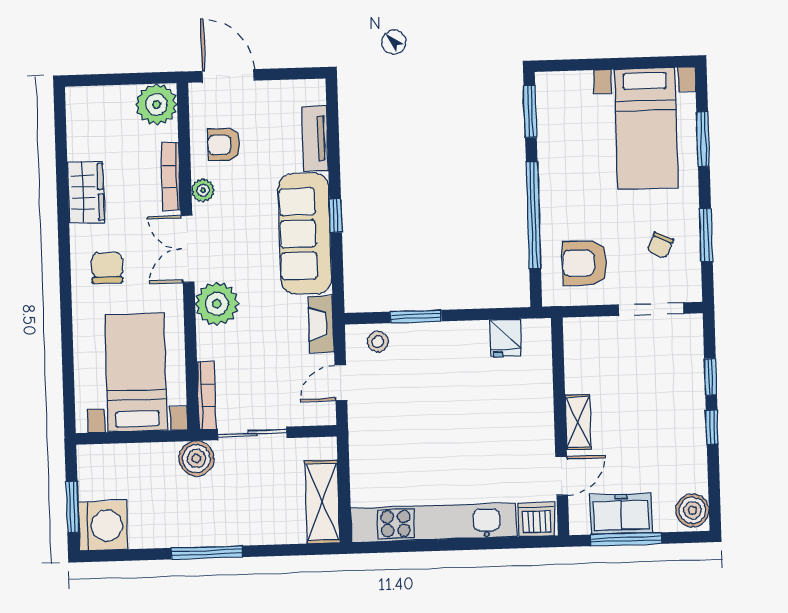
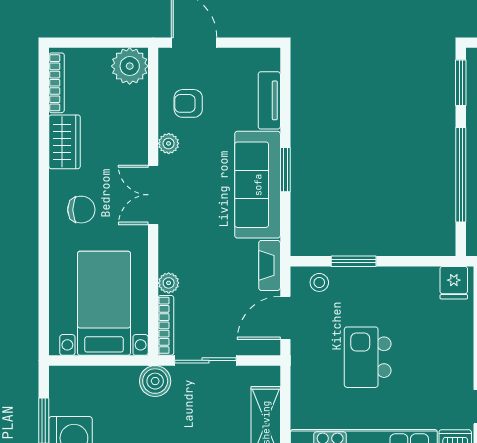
bookcase: (171, 177) -> (57, 83), moved, turned 180
window: (336, 216) -> (285, 170), width x1.50
chair: (107, 268) -> (81, 210), turned 90
plant: (217, 304) -> (169, 283), moved, width x0.53, depth x0.53
fridge: (506, 338) -> (454, 283), moved
door: (341, 383) -> (285, 318), width x1.38
kitchen island: (435, 424) -> (368, 357), added

